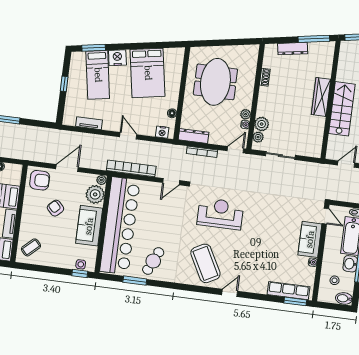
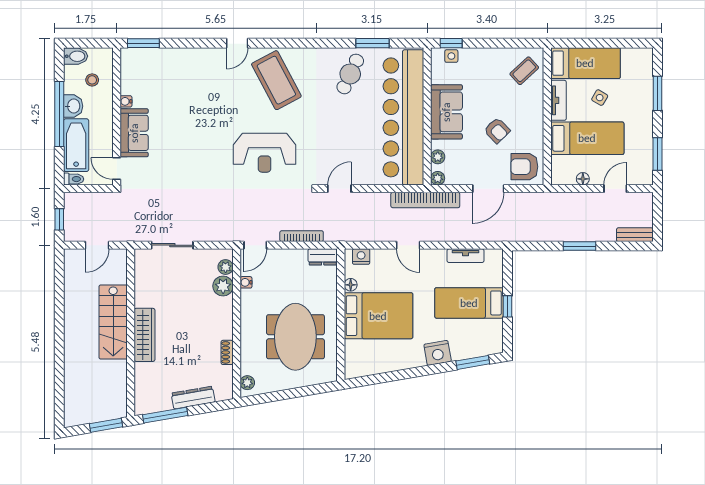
bed: (148, 73) -> (378, 316), moved, turned 100
bed: (98, 75) -> (469, 303), moved, turned -80
plant: (246, 114) -> (247, 383), moved
dresser: (194, 136) -> (323, 257), width x0.70
sliding door: (280, 156) -> (172, 245), moved
bookcase: (131, 168) -> (425, 200), moved
plant: (95, 194) -> (438, 157), width x0.53, depth x0.53
row of seats: (289, 291) -> (155, 57), removed

